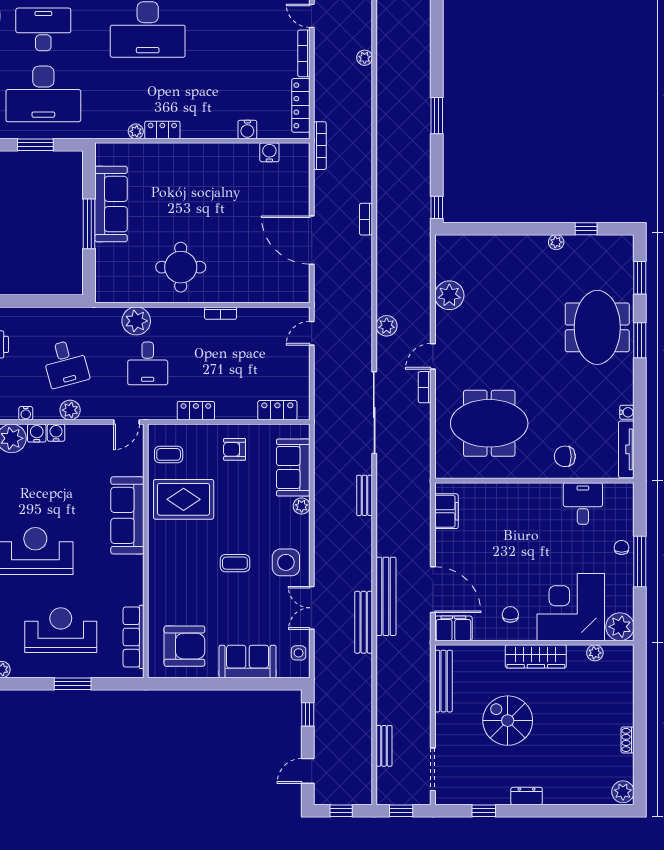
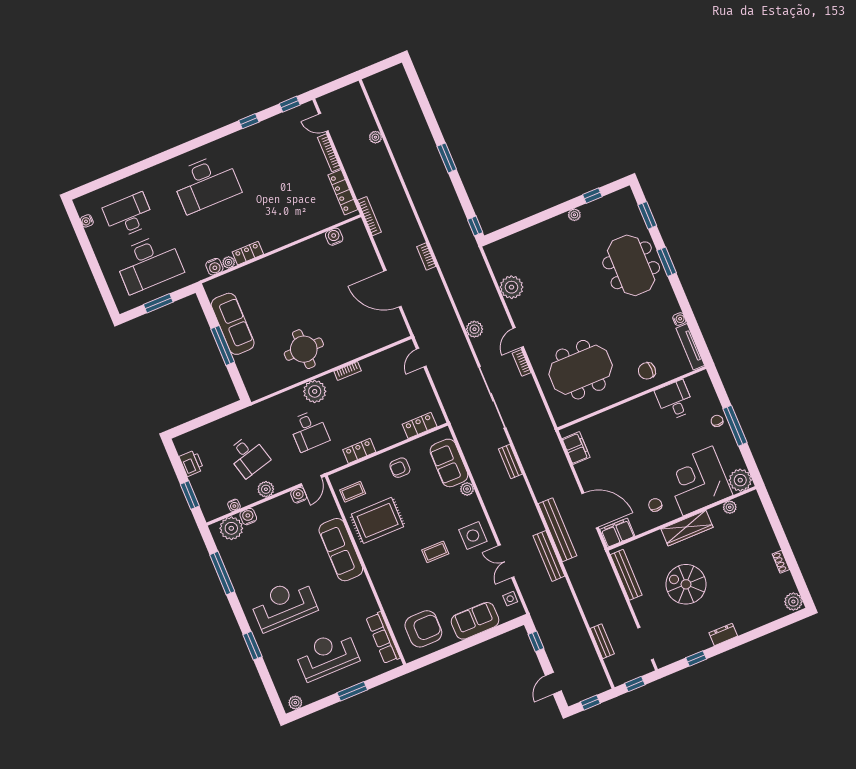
water cooler: (247, 129) -> (214, 267), moved
plant: (136, 321) -> (315, 391), moved
water cooler: (56, 433) -> (299, 495), moved

